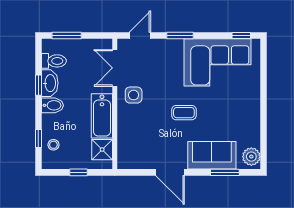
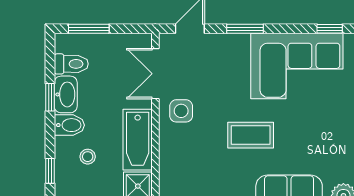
coffee table: (184, 113) -> (251, 135), width x1.36, depth x1.30
stool: (53, 145) -> (88, 157), moved

